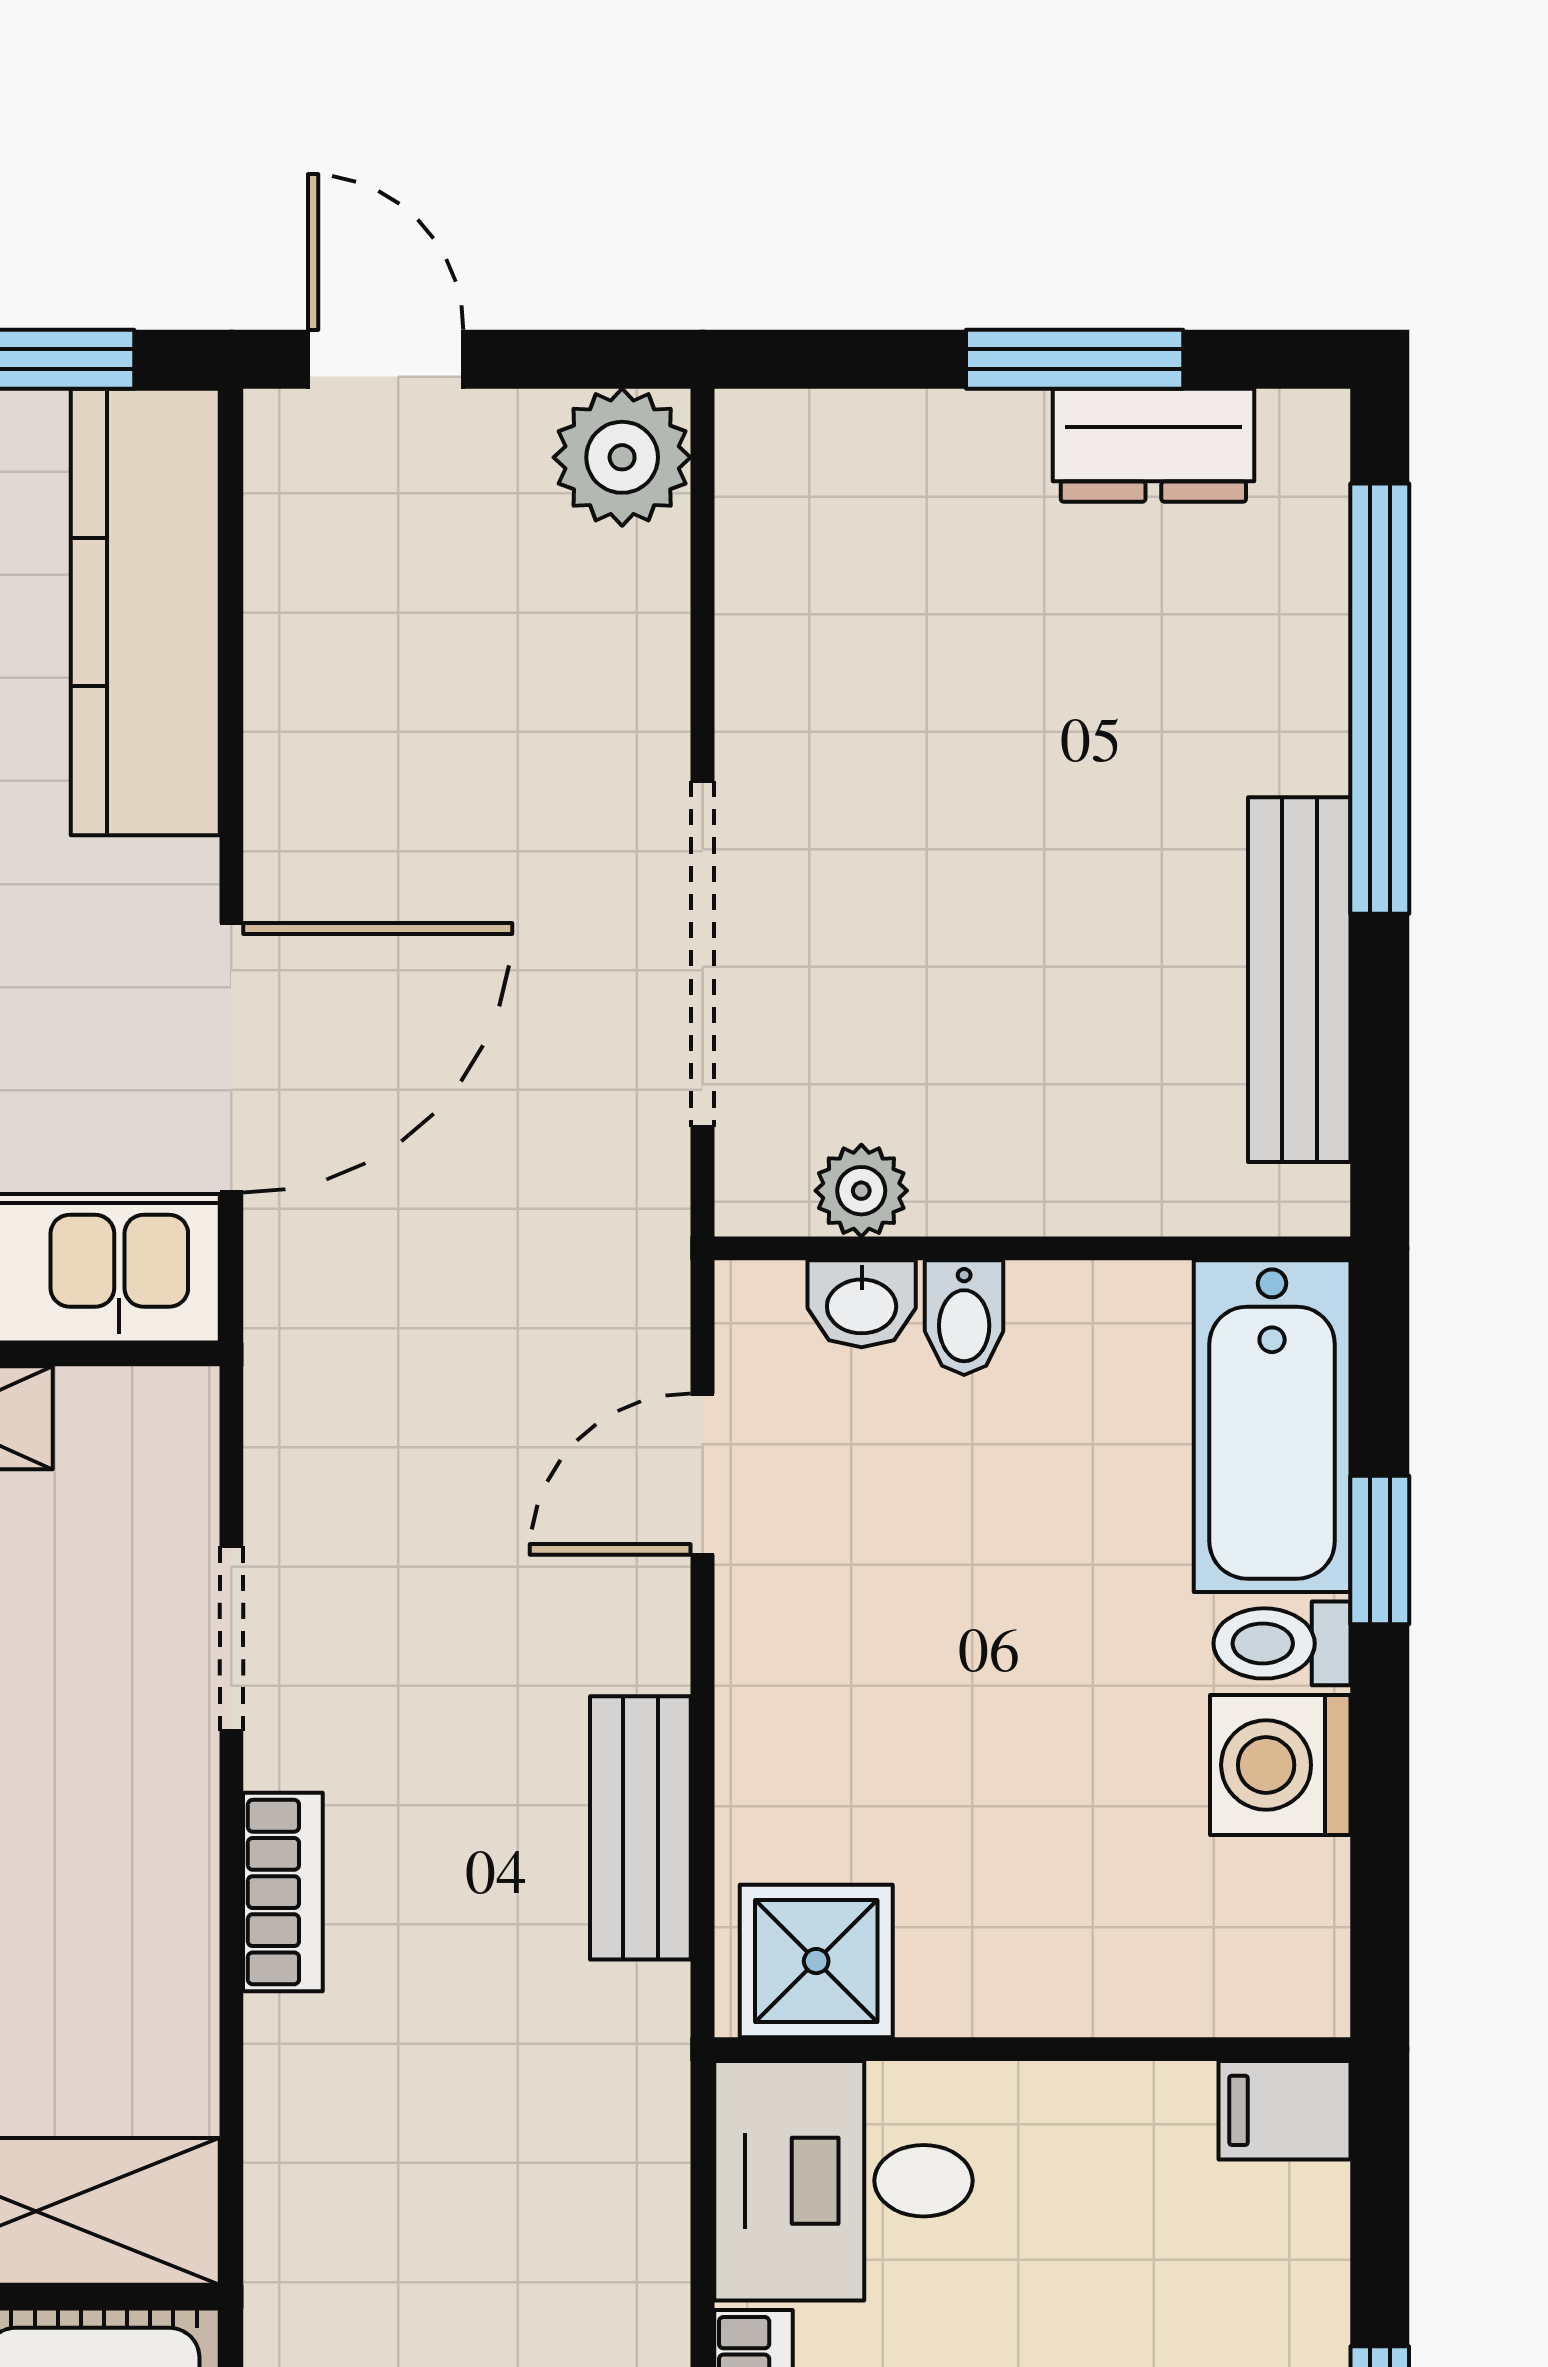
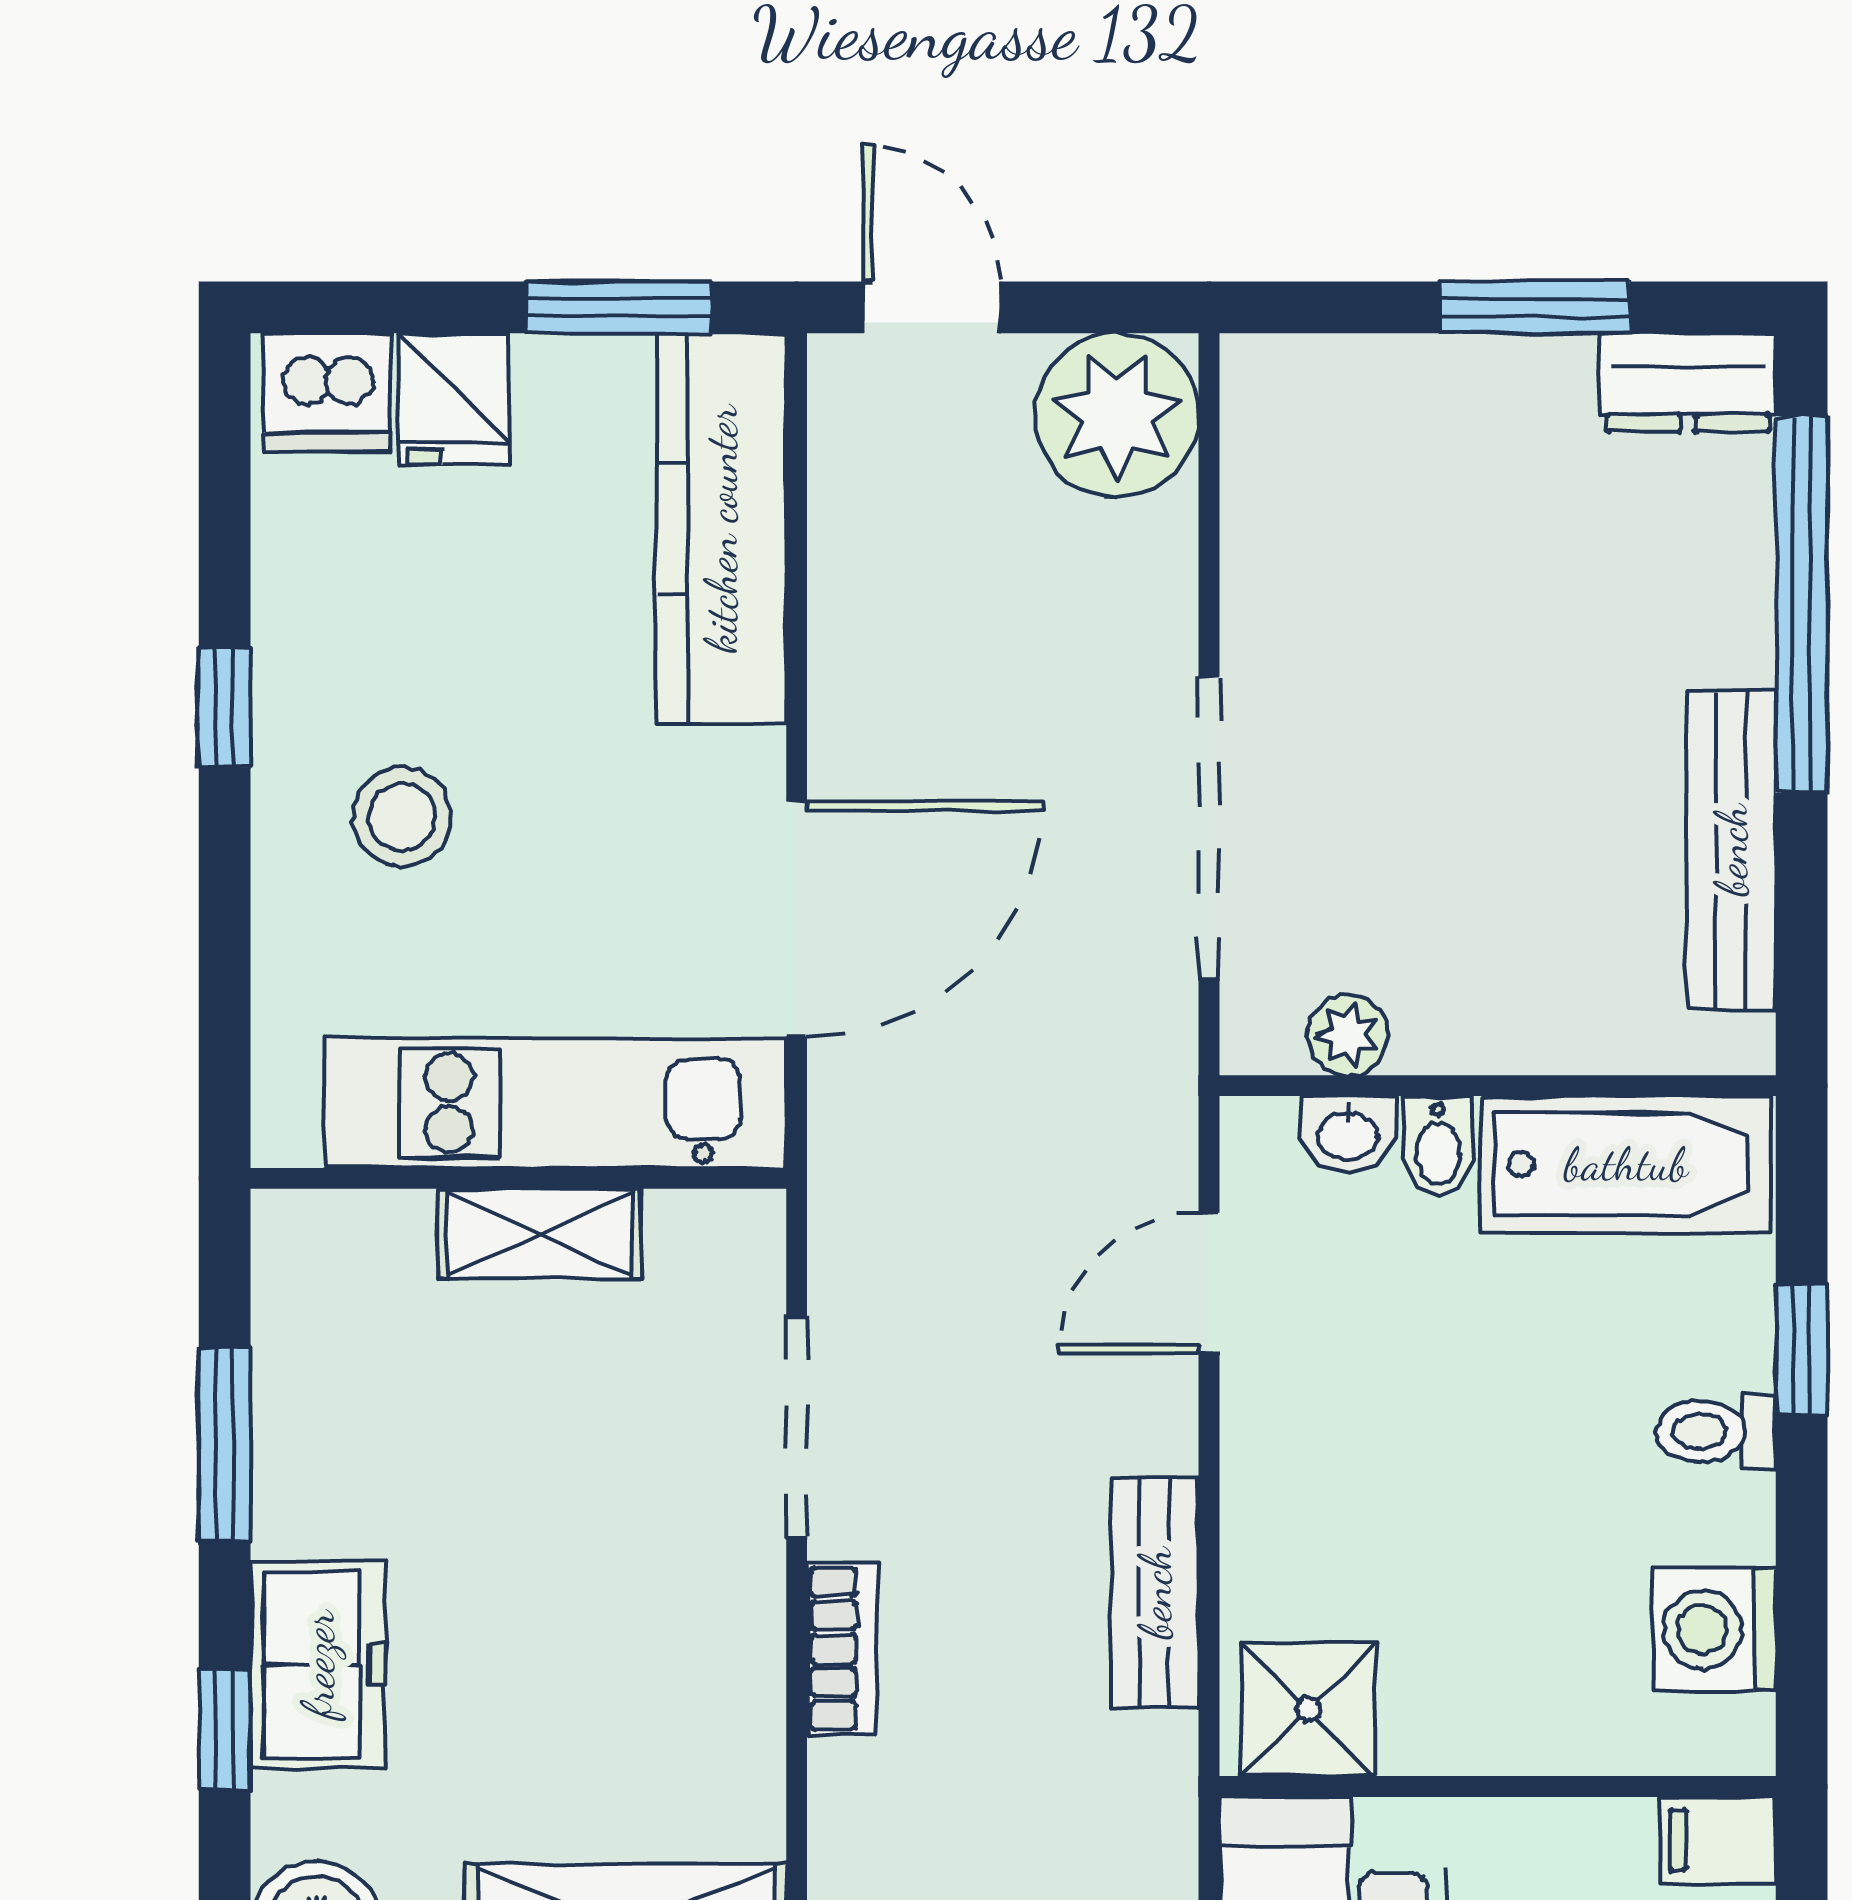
dresser: (1153, 445) -> (1688, 383), moved
plant: (622, 457) -> (1117, 415), width x1.36, depth x1.36
bathtub: (1272, 1426) -> (1626, 1164), moved, turned -90
doorway: (231, 1639) -> (797, 1427), width x1.38
washing machine: (1280, 1765) -> (1715, 1629), moved

